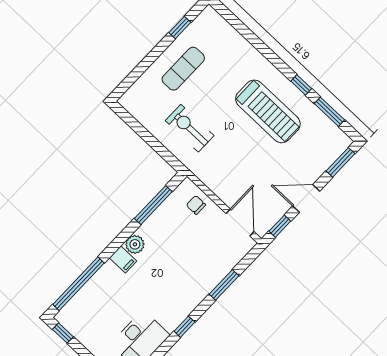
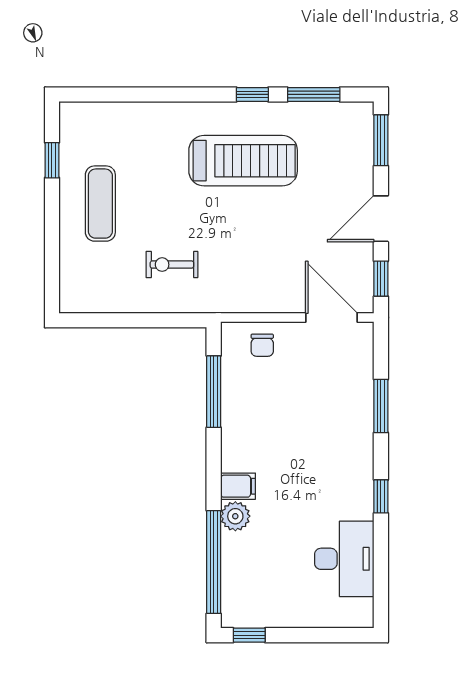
exercise bike: (190, 128) -> (172, 265), width x0.73, depth x0.72
chair: (196, 205) -> (262, 345), turned -90
plant: (135, 244) -> (235, 516), moved

